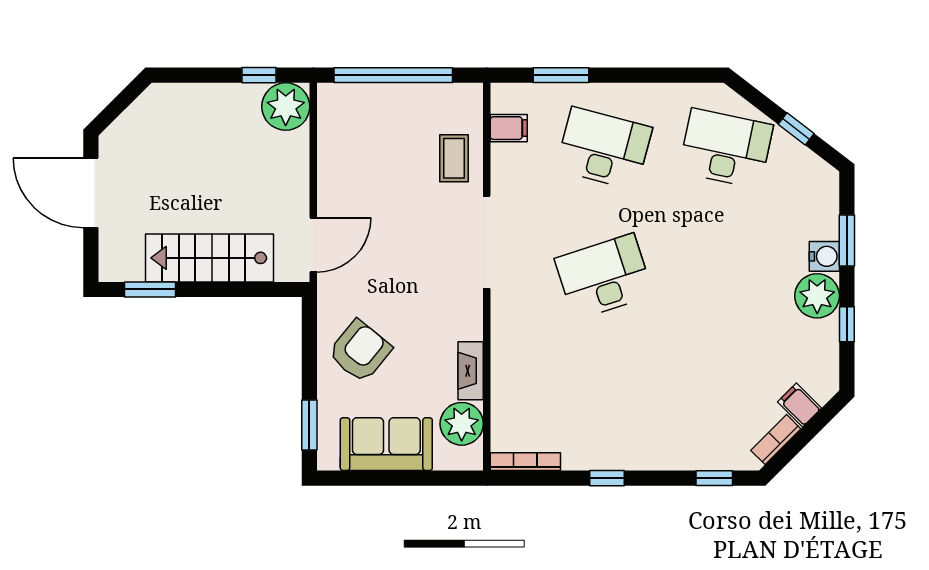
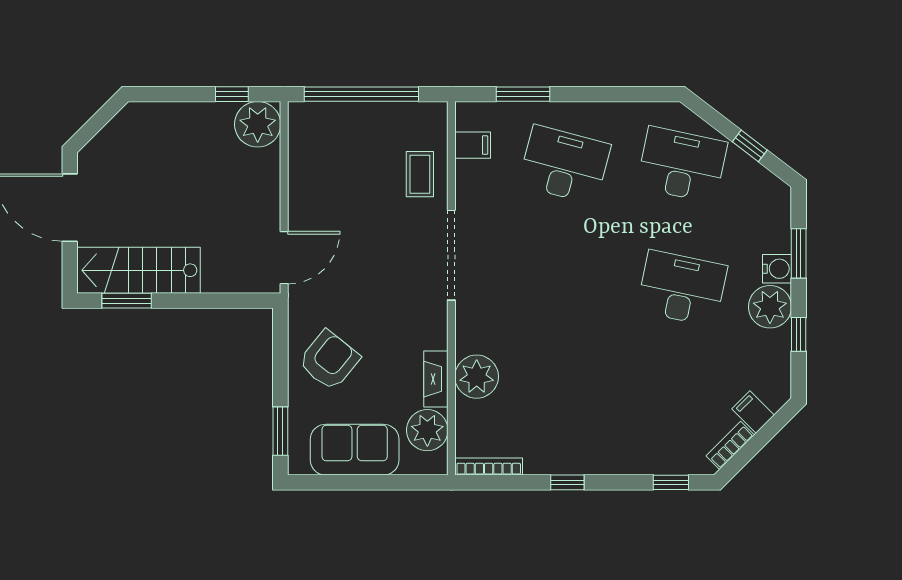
stairs: (209, 258) -> (138, 270), moved
desk: (604, 277) -> (682, 288), moved, turned 30
plant: (513, 368) -> (477, 377), added

